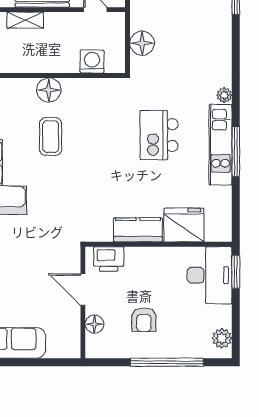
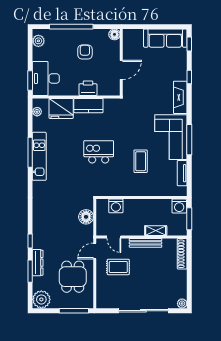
floor lamp: (49, 90) -> (142, 189), removed
plant: (224, 95) -> (37, 112), moved
kitchen island: (159, 135) -> (99, 152), moved, turned -90
printer: (109, 259) -> (88, 88), moved
door: (83, 290) -> (121, 70), hinge flipped
floor lamp: (94, 324) -> (114, 34), moved

